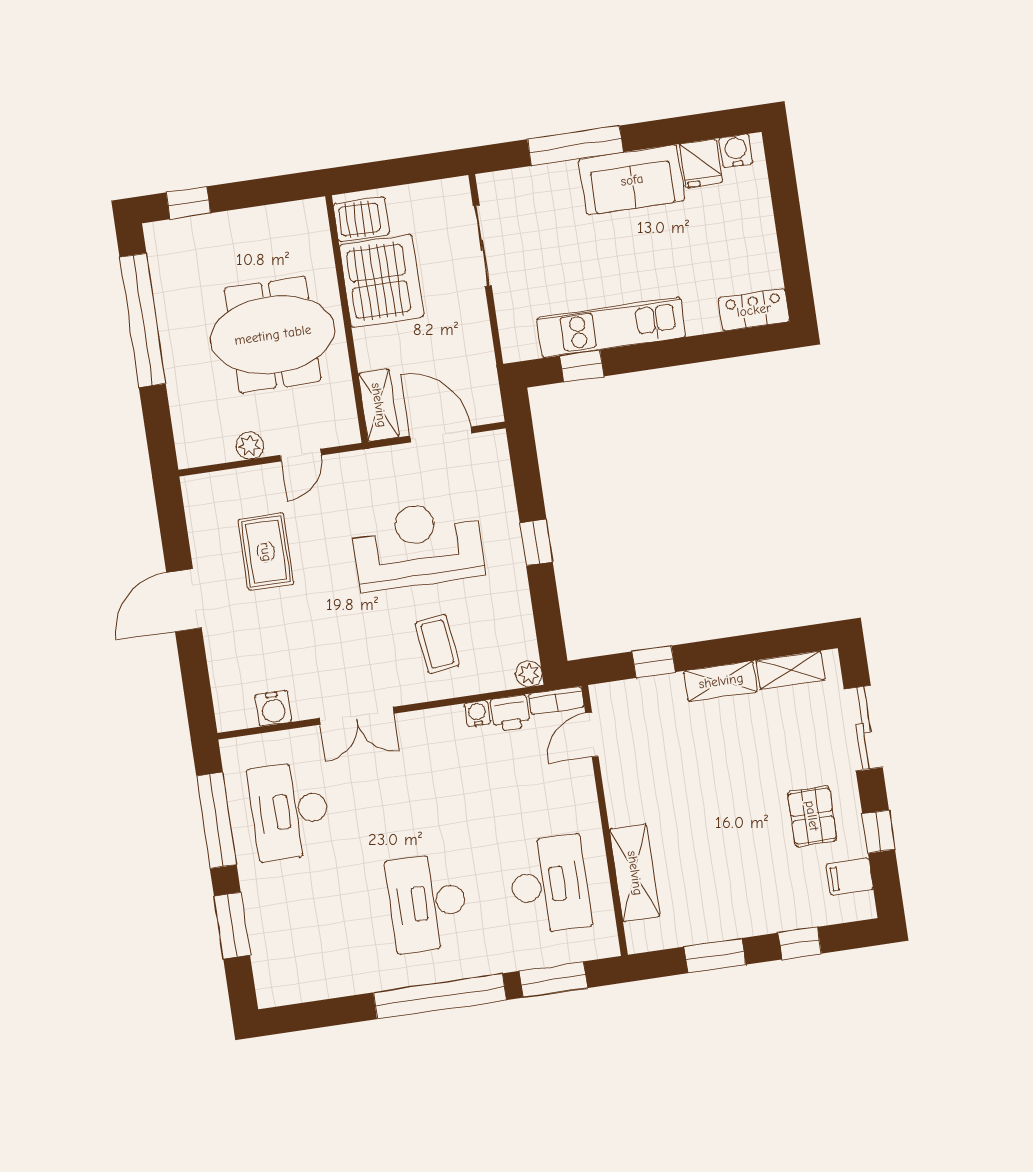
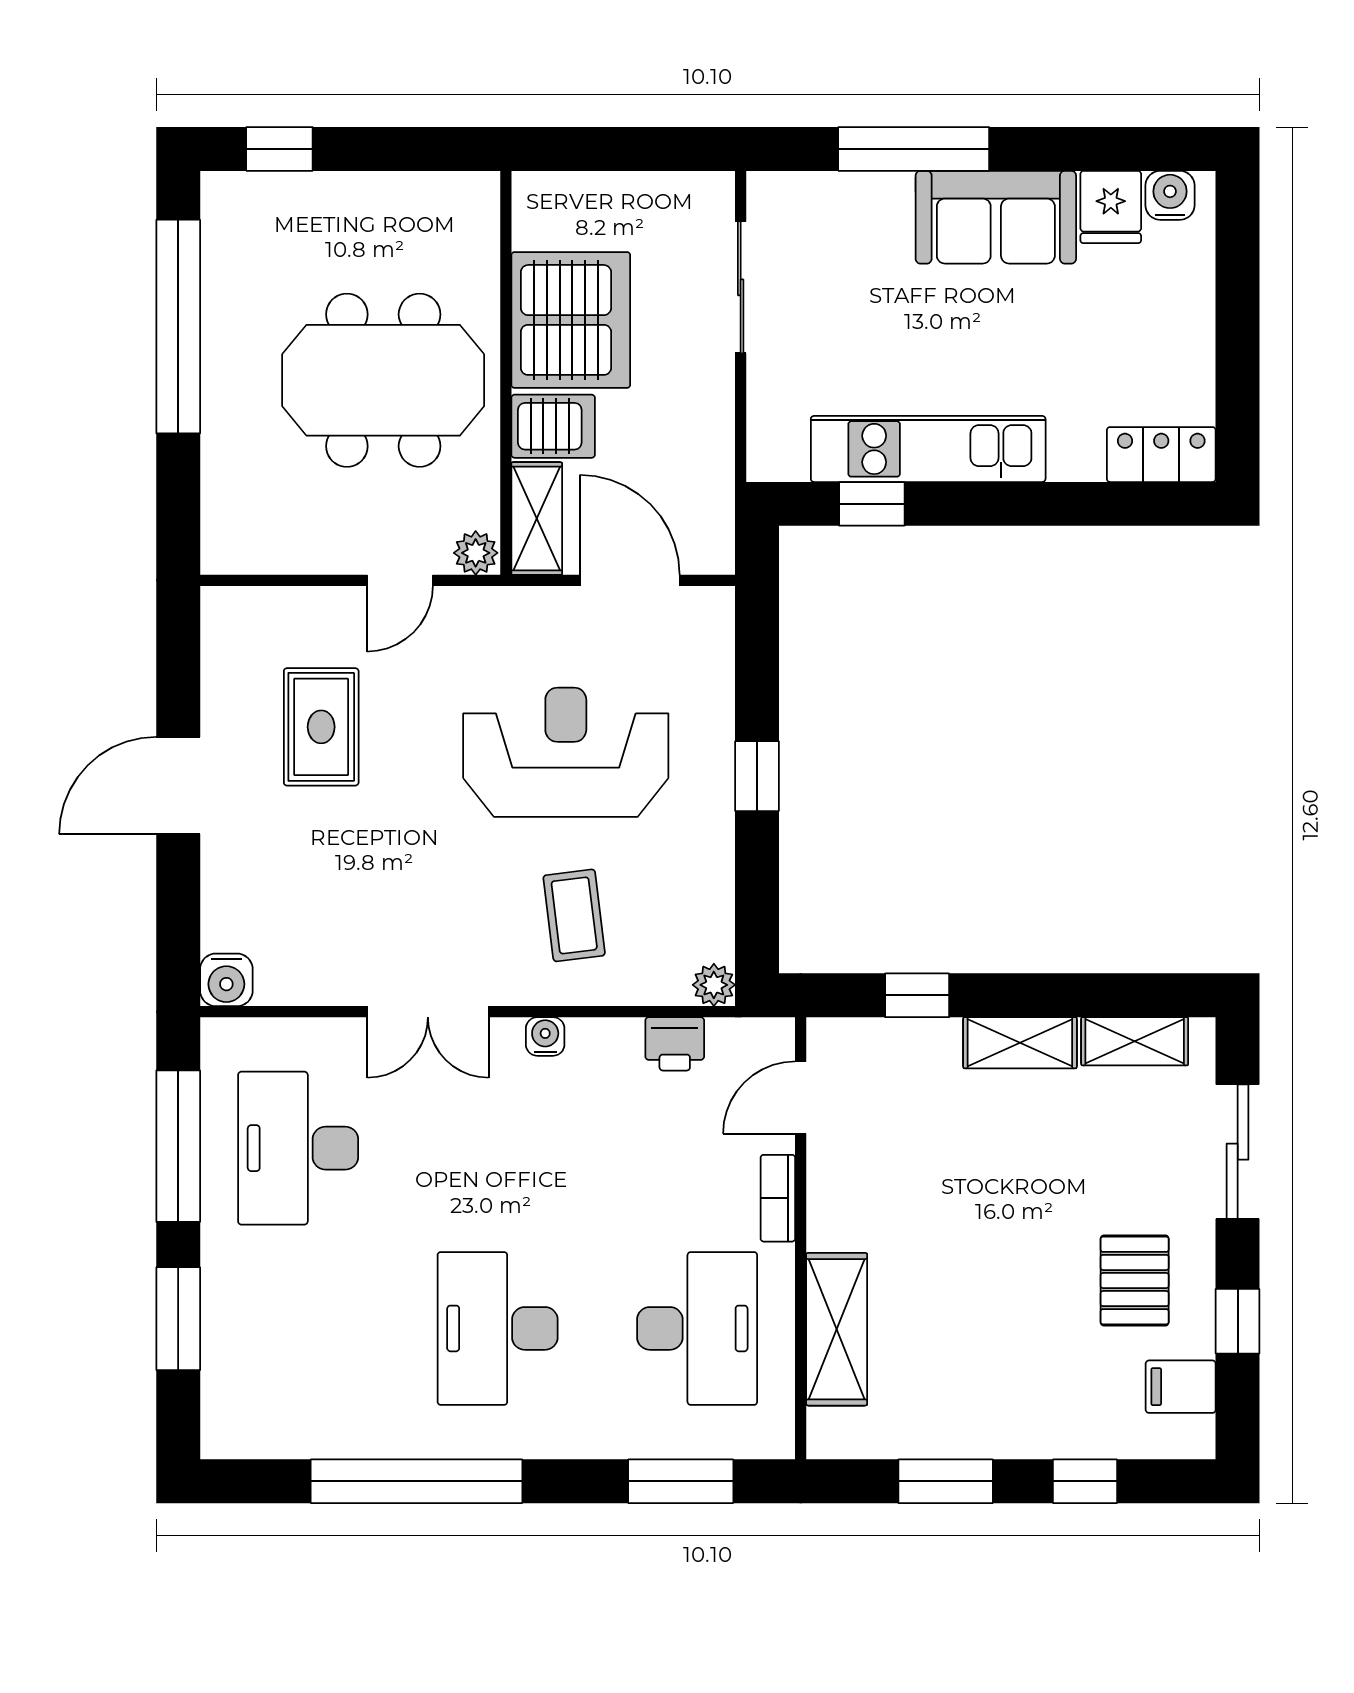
server rack: (361, 219) -> (553, 426), moved
plant: (250, 446) -> (476, 553), moved
bookcase: (556, 701) -> (778, 1198), moved, turned 90
water cooler: (273, 708) -> (226, 980), moved
water cooler: (477, 713) -> (545, 1036), moved
window: (440, 996) -> (416, 1481), moved

